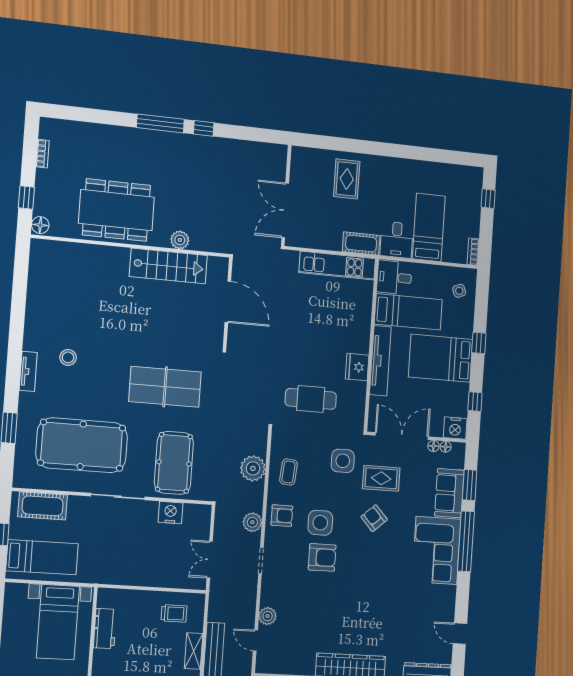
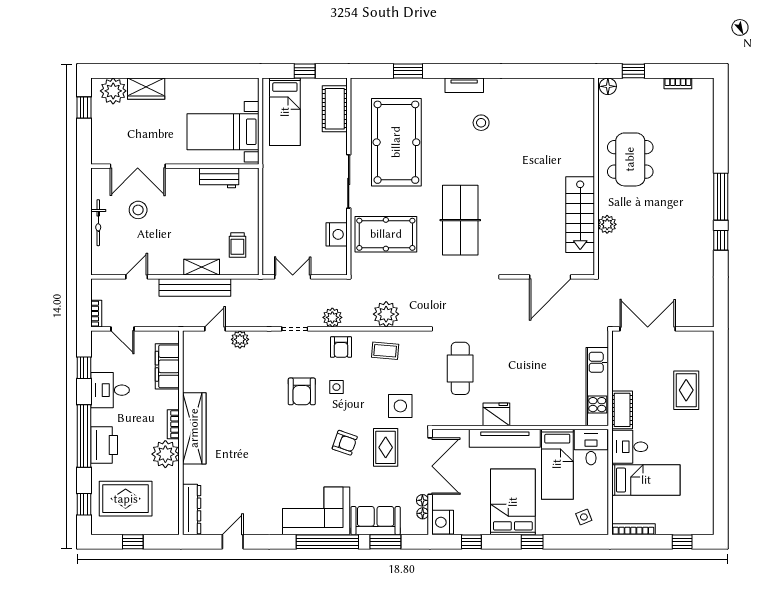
rug: (347, 179) -> (686, 390), turned 90
dining table: (116, 210) -> (630, 159), width x0.73, depth x0.80
bookcase: (473, 252) -> (633, 529), width x1.56
armchair: (374, 518) -> (345, 443), turned 61
side table: (320, 523) -> (336, 387), width x0.54, depth x0.54

